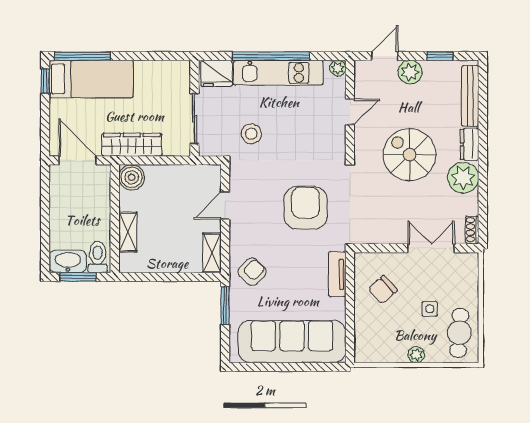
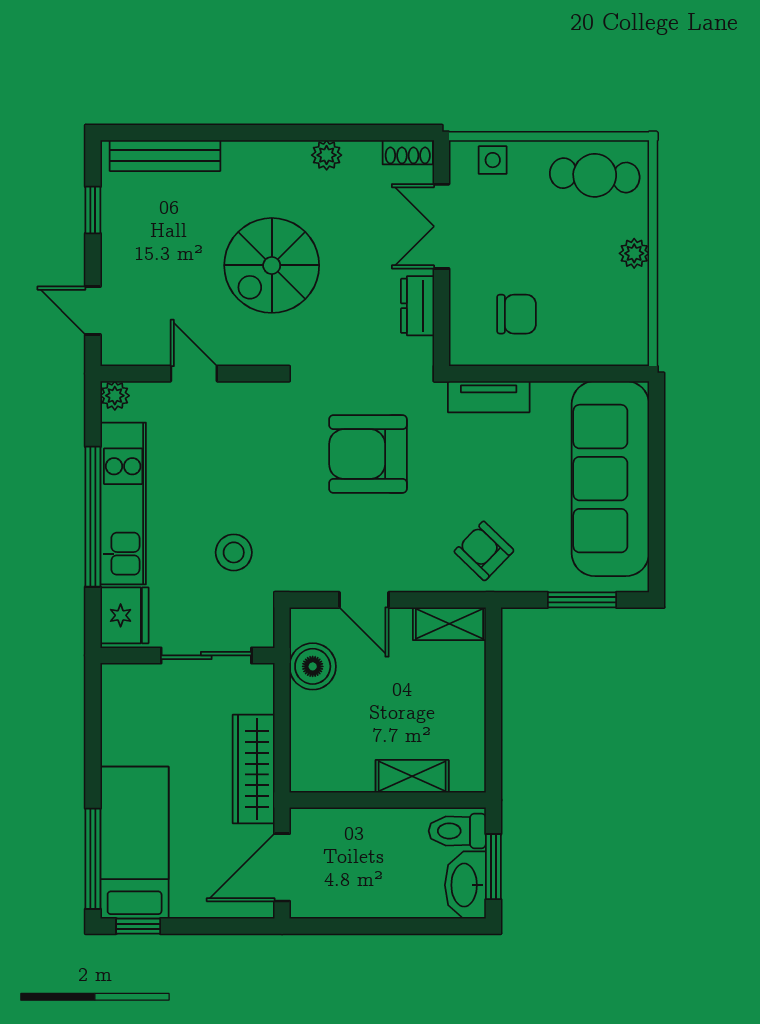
plant: (410, 72) -> (122, 265), removed
dresser: (470, 144) -> (417, 306), moved, turned 90
boiler: (132, 177) -> (313, 666), moved
plant: (463, 178) -> (327, 155), width x0.53, depth x0.53
chair: (383, 290) -> (517, 314), turned -48
window: (225, 306) -> (582, 600), moved
side table: (430, 309) -> (493, 160), moved

